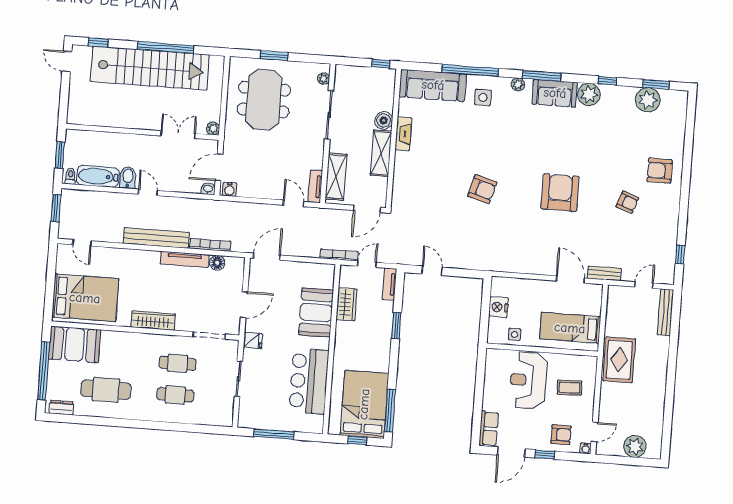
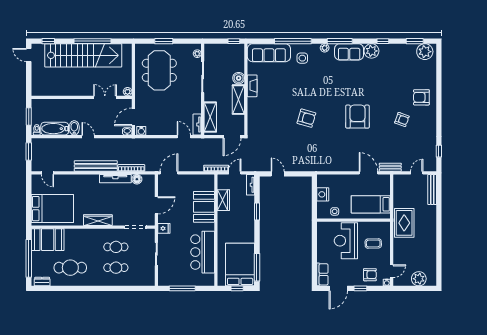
plant: (648, 100) -> (425, 52), moved

